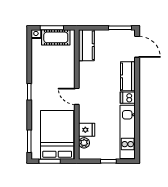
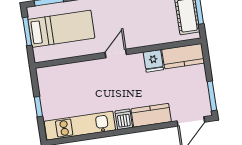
fridge: (87, 130) -> (153, 61), moved
bed: (57, 135) -> (61, 29), width x0.67
plant: (84, 143) -> (57, 72), removed

